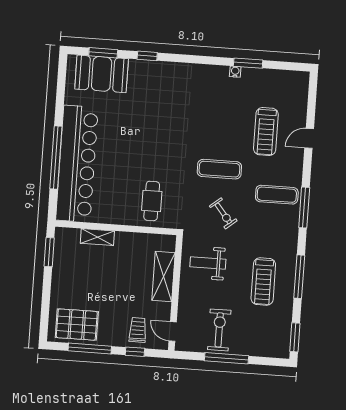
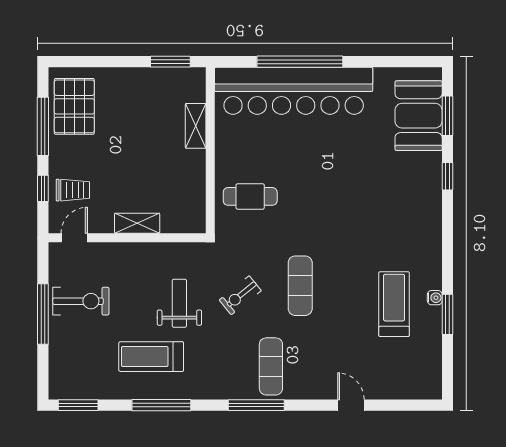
treadmill: (266, 132) -> (394, 304), moved, turned 90
weight bench: (208, 263) -> (179, 303), moved
shelving: (163, 276) -> (137, 223), width x0.67, depth x0.75

